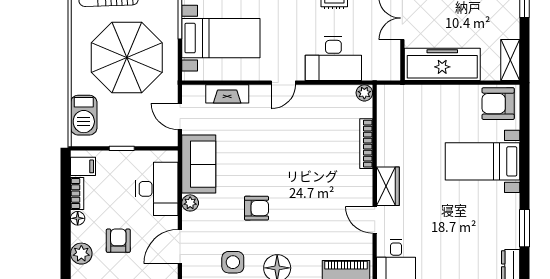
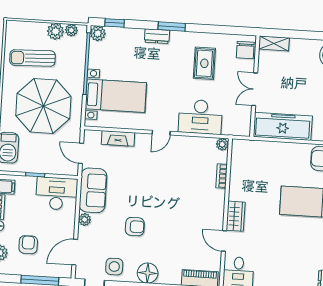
bookcase: (366, 144) -> (222, 176), width x0.64
desk: (157, 189) -> (57, 194), moved, turned -90

